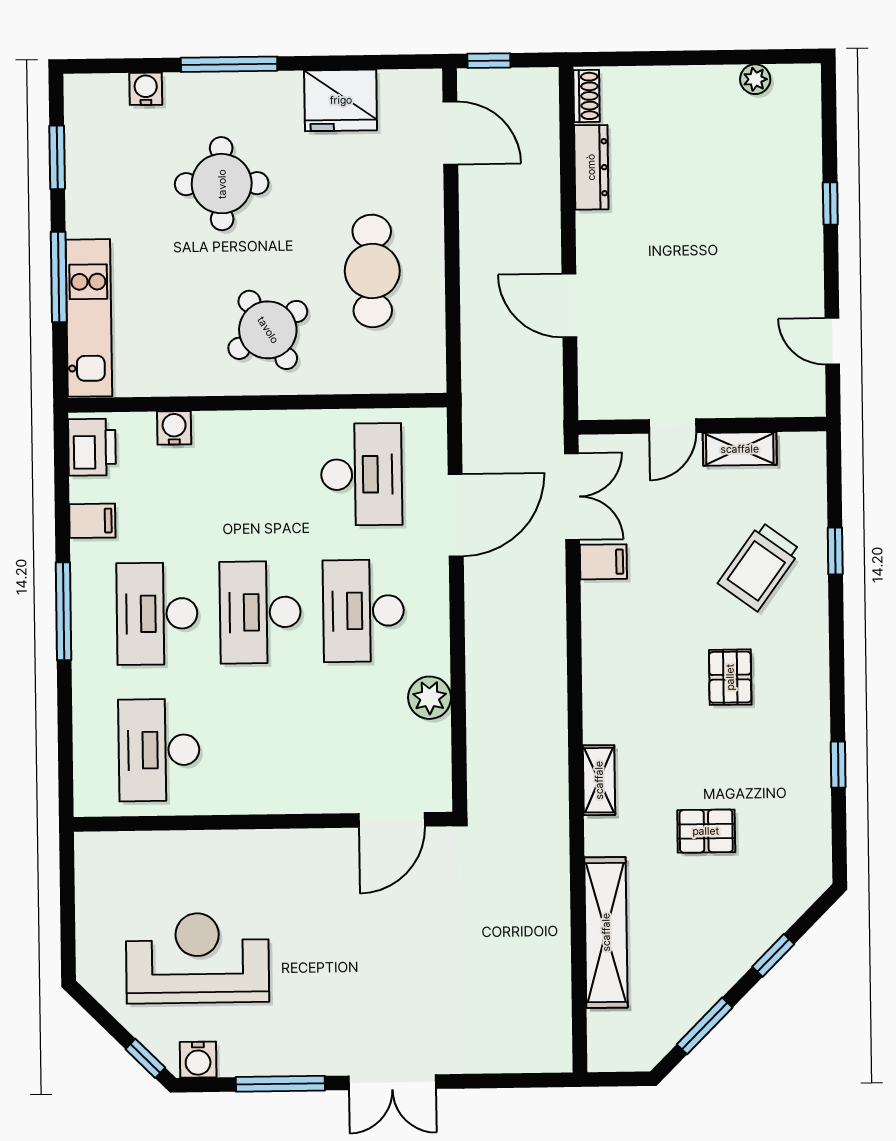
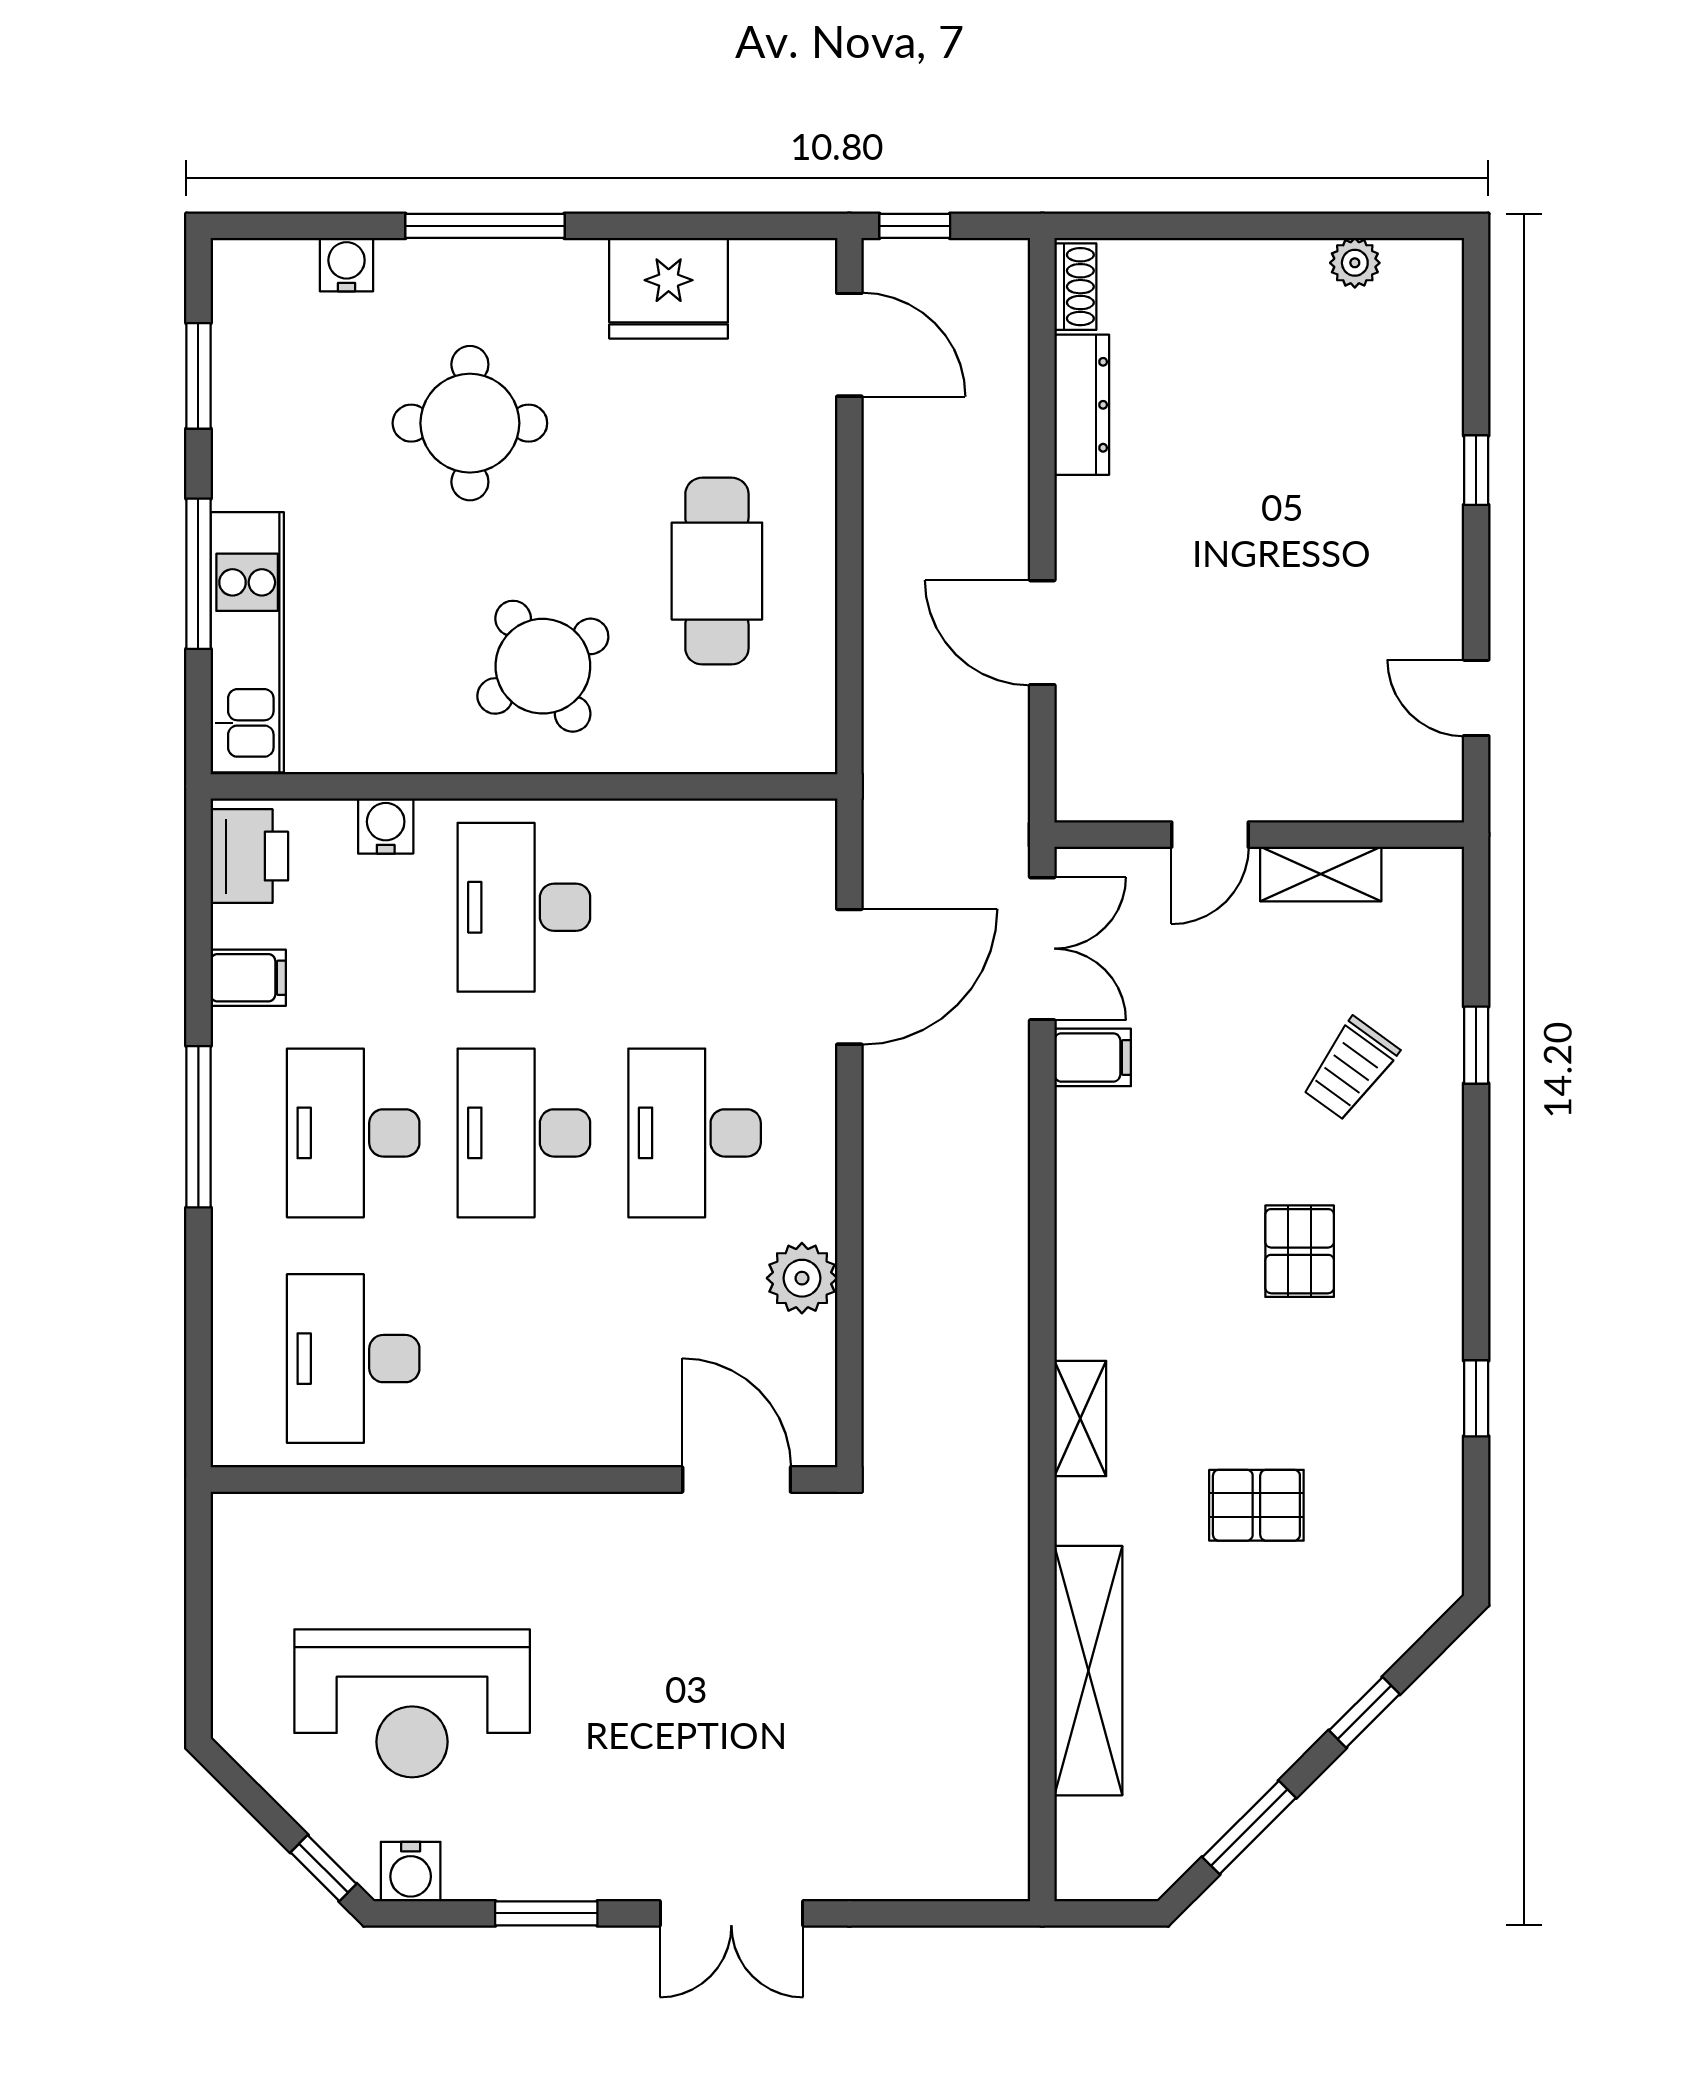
desk: (362, 474) -> (524, 907), moved, turned 180
trolley: (759, 567) -> (1350, 1069), width x0.73, depth x0.72
door: (392, 820) -> (737, 1479), swing flipped
reception desk: (197, 958) -> (412, 1703), turned 180
window: (280, 1084) -> (546, 1913), width x0.69

